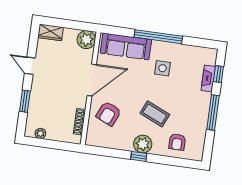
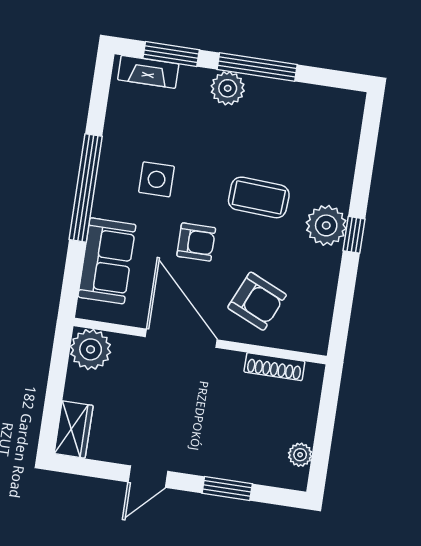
sofa: (126, 46) -> (107, 261), width x0.73
window: (218, 74) -> (171, 54), width x1.50
fireplace: (208, 78) -> (148, 72), moved
plant: (203, 99) -> (228, 88), added
coffee table: (155, 114) -> (259, 197), turned 69
armchair: (177, 142) -> (196, 242), moved

